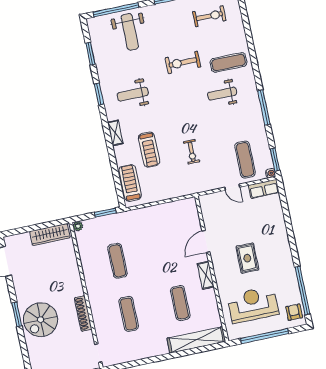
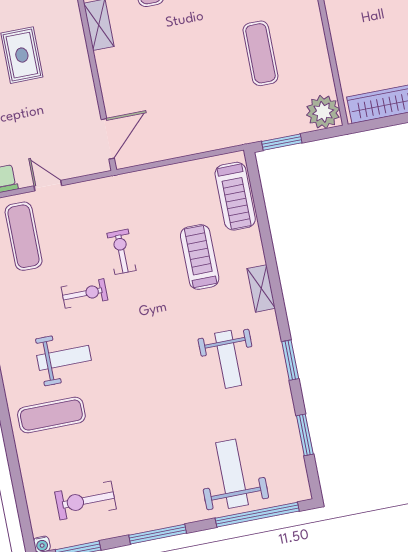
exercise bike: (183, 62) -> (84, 293), moved, width x0.73, depth x0.72
weight bench: (133, 94) -> (228, 359), turned 90
plant: (78, 226) -> (323, 112), width x1.87, depth x1.87
door: (206, 241) -> (108, 139), moved

